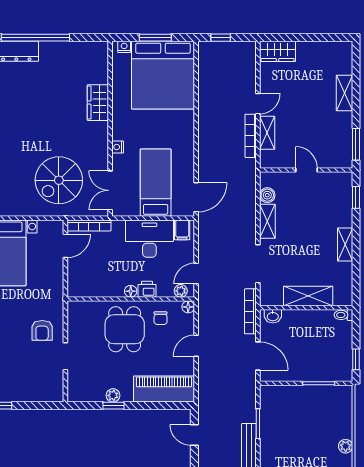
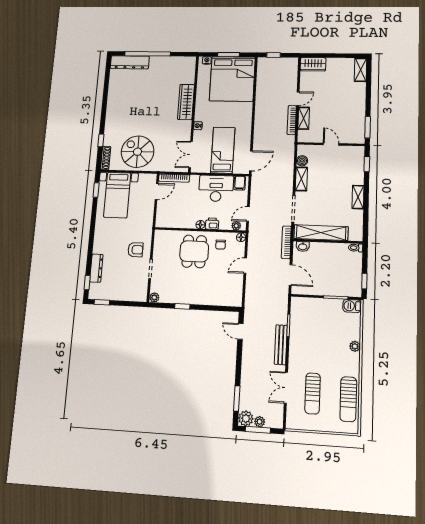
shelving: (344, 93) -> (361, 70), moved
wardrobe: (98, 103) -> (186, 102), width x1.50
spiral stairs: (59, 180) -> (138, 152), moved, turned 90
shelving: (308, 296) -> (321, 233), width x1.47
armchair: (42, 330) -> (135, 250), turned -90
piano: (164, 389) -> (220, 296), removed
barbecue: (341, 393) -> (352, 306), added
plant: (113, 395) -> (154, 297), moved

